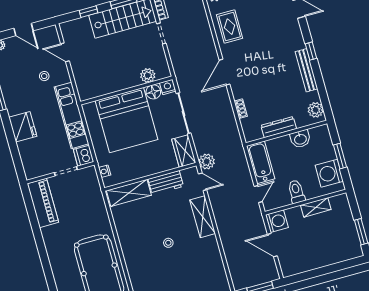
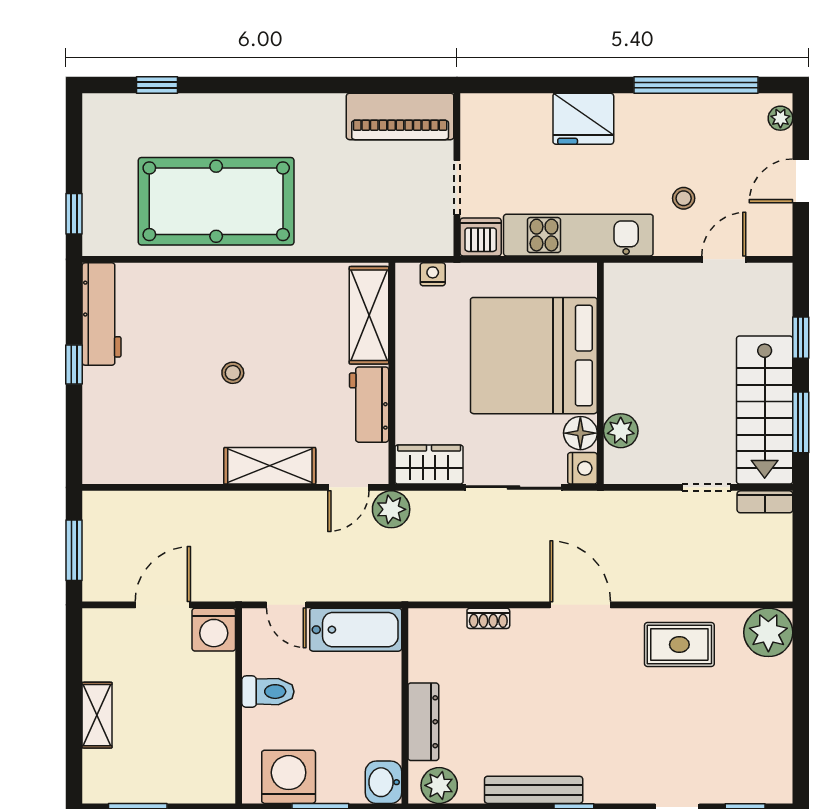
dresser: (279, 127) -> (423, 722), moved
washbasin: (300, 139) -> (384, 782), moved
shelving: (316, 207) -> (97, 715), moved

